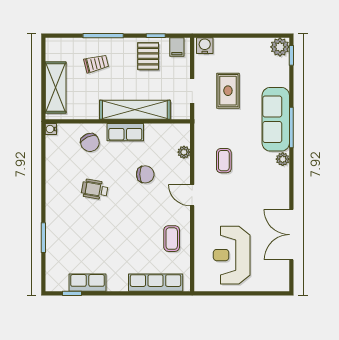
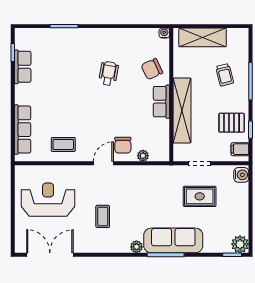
coffee table: (224, 161) -> (103, 216), moved, turned 90
chair: (145, 174) -> (123, 145), moved
double door: (291, 235) -> (50, 255), moved

